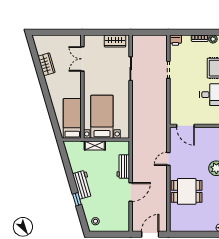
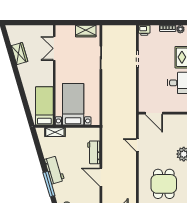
shelving: (95, 145) -> (55, 132), moved
door: (168, 159) -> (137, 145), hinge flipped
dining table: (187, 191) -> (164, 184), moved, turned 90
door: (131, 192) -> (101, 177), swing flipped
window: (77, 199) -> (49, 184), width x2.17

